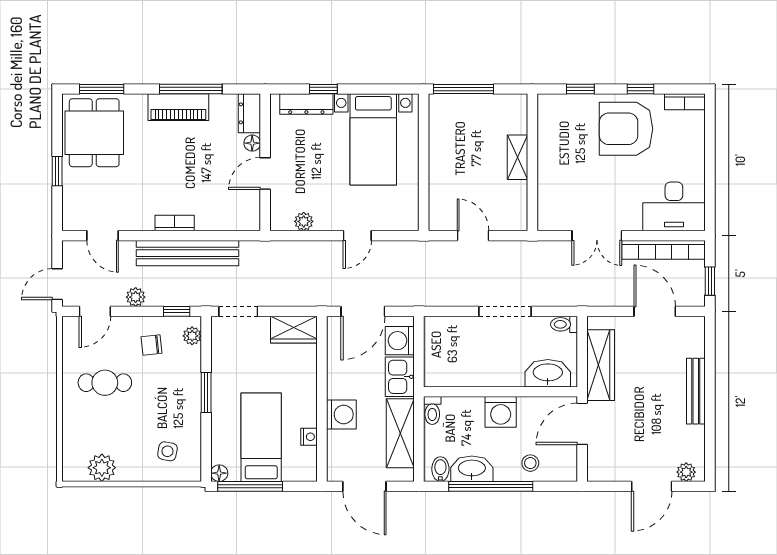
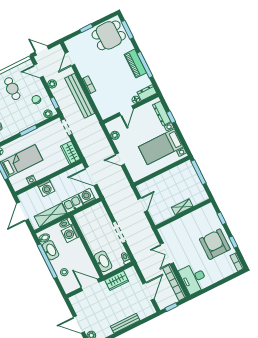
door: (265, 173) -> (126, 111), swing flipped
wardrobe: (601, 365) -> (117, 281), width x0.67
washing machine: (501, 412) -> (70, 234), moved

